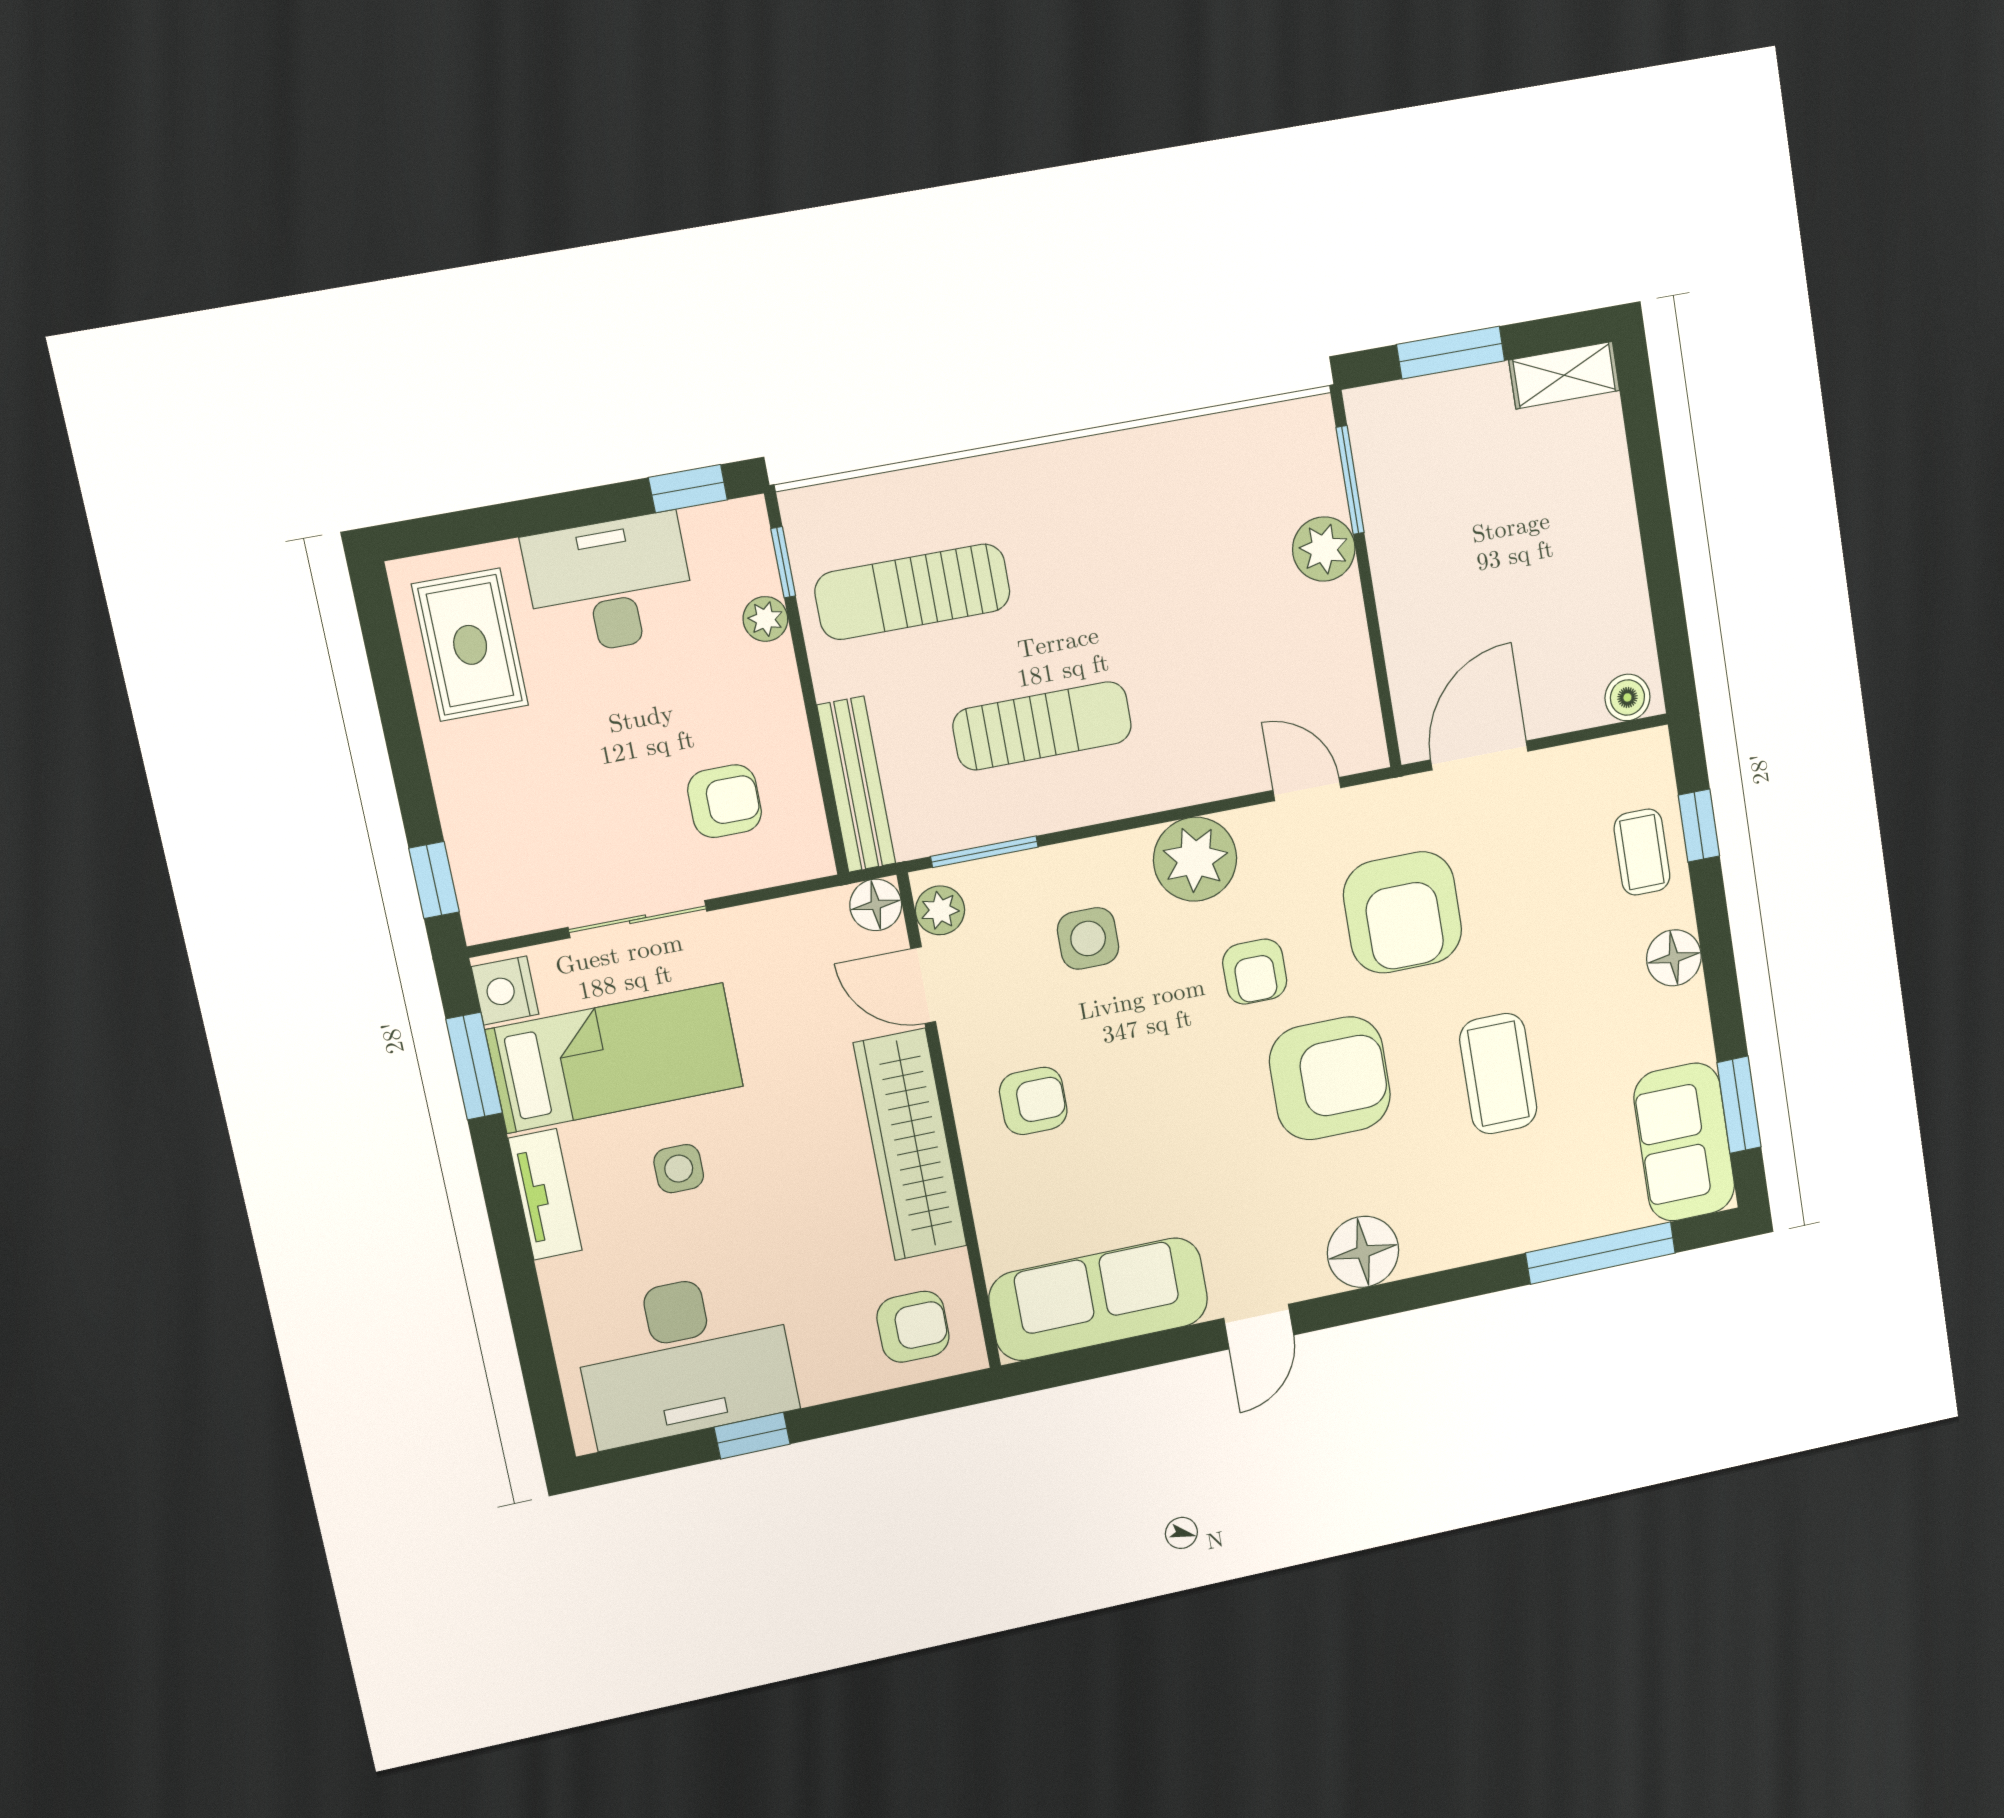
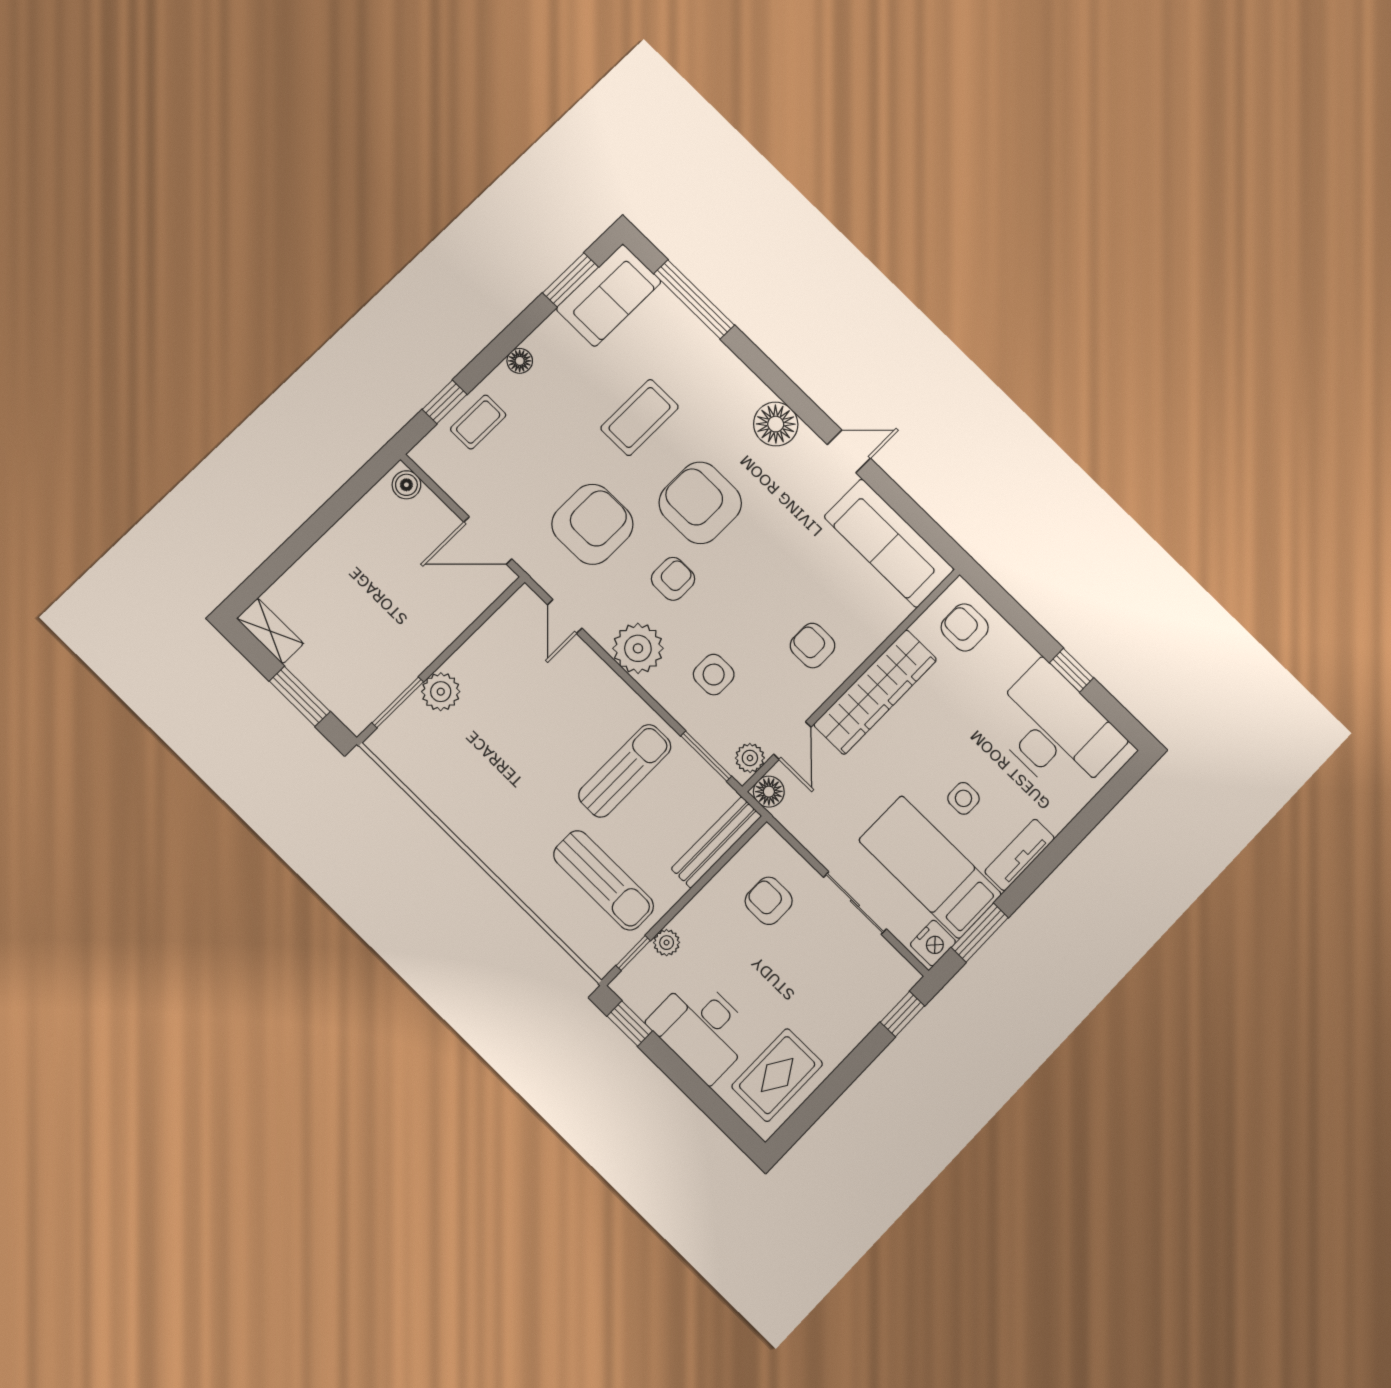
sun lounger: (1042, 726) -> (625, 771), turned 90
floor lamp: (1674, 958) -> (520, 361), width x0.73, depth x0.73

